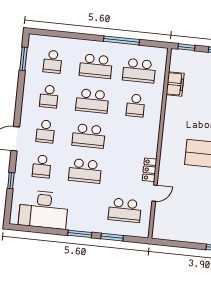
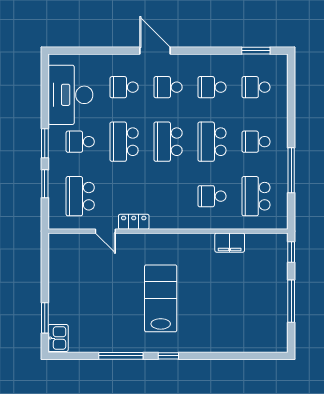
school desk: (96, 66) -> (256, 142), width x0.54
filing cabinet: (175, 84) -> (230, 243), moved
window: (11, 181) -> (102, 51), removed
school desk: (81, 206) -> (80, 142), added

